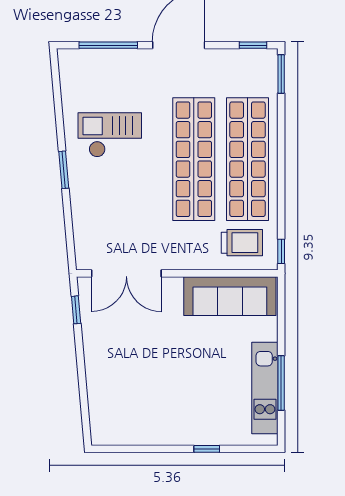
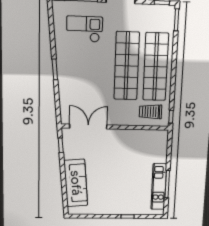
checkout: (110, 135) -> (85, 29), moved
trolley: (242, 243) -> (151, 112), turned 180
double door: (126, 273) -> (88, 127), swing flipped
sofa: (230, 296) -> (76, 183), moved, turned -95

